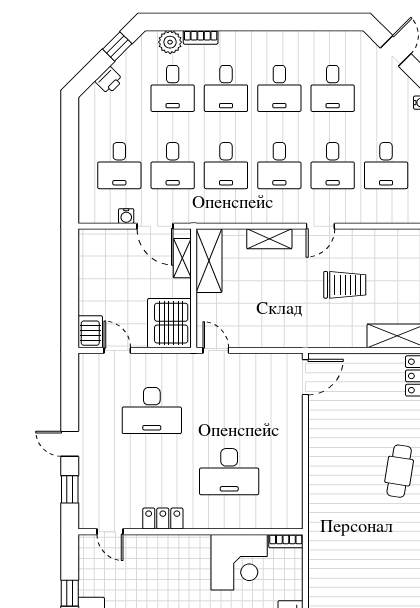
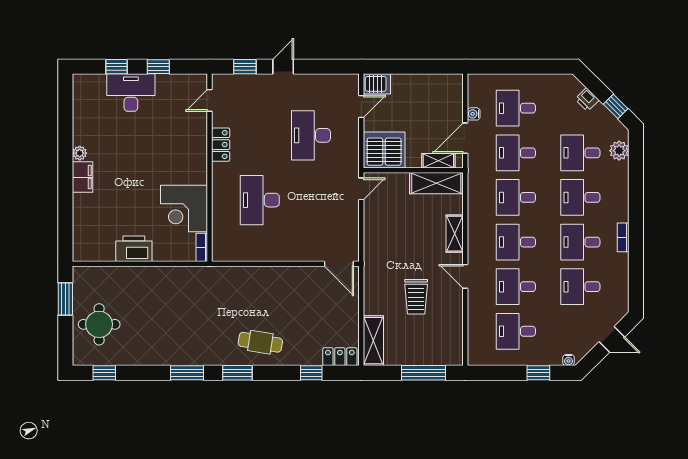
bookcase: (201, 37) -> (623, 237), moved

